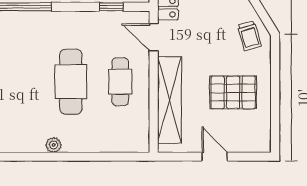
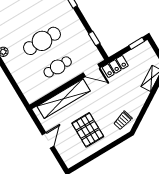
door: (154, 37) -> (92, 70), swing flipped

